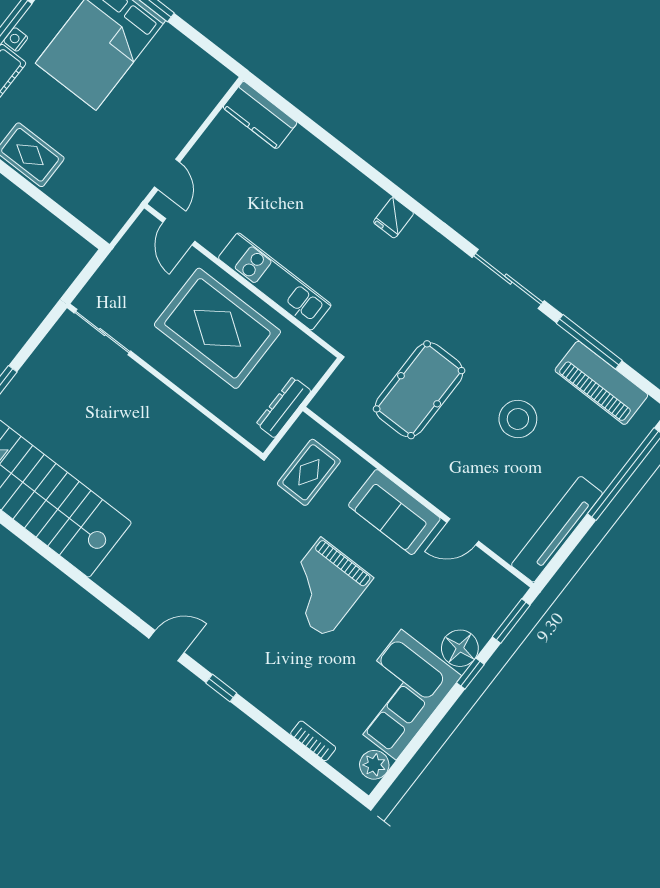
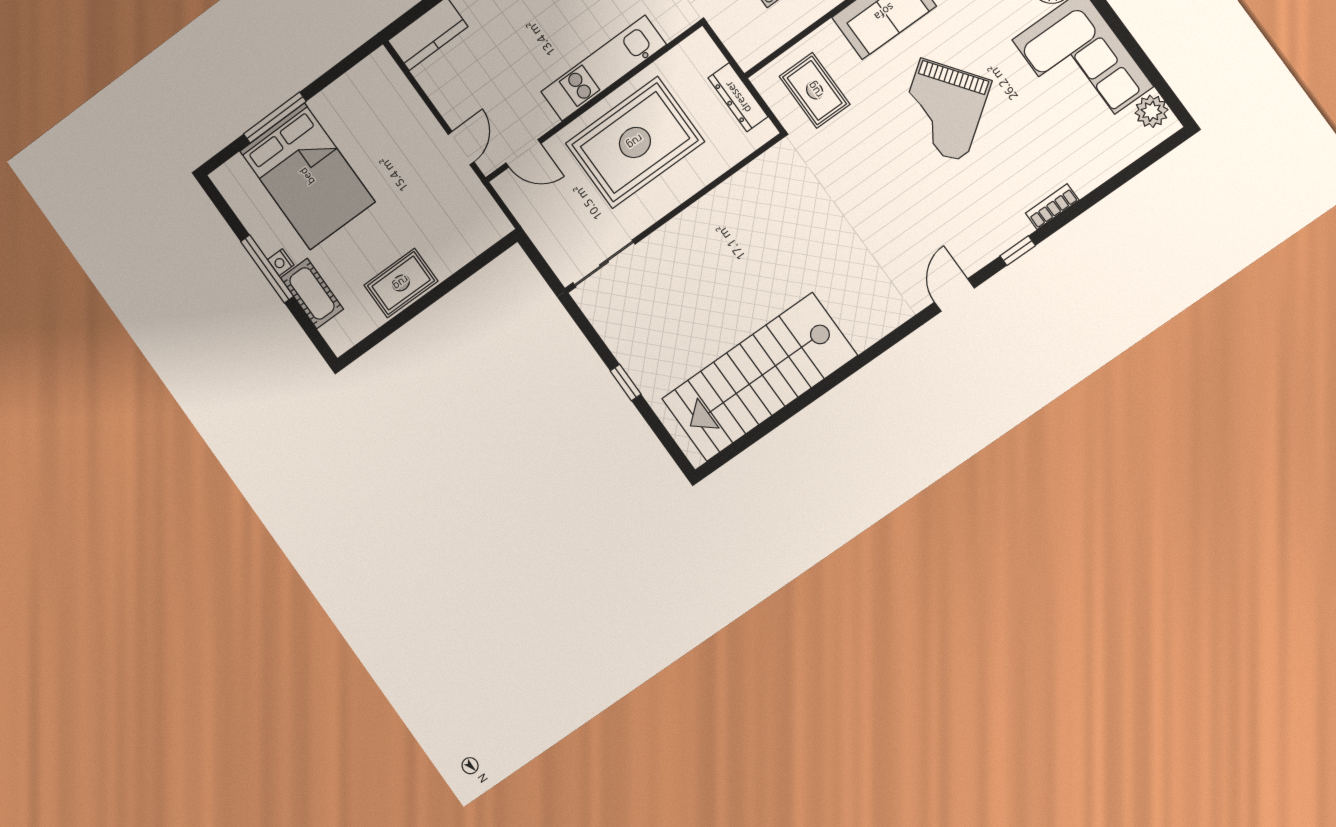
door: (167, 174) -> (461, 148), hinge flipped
grand piano: (324, 588) -> (943, 110), turned 54
bookcase: (313, 741) -> (1052, 207), moved

